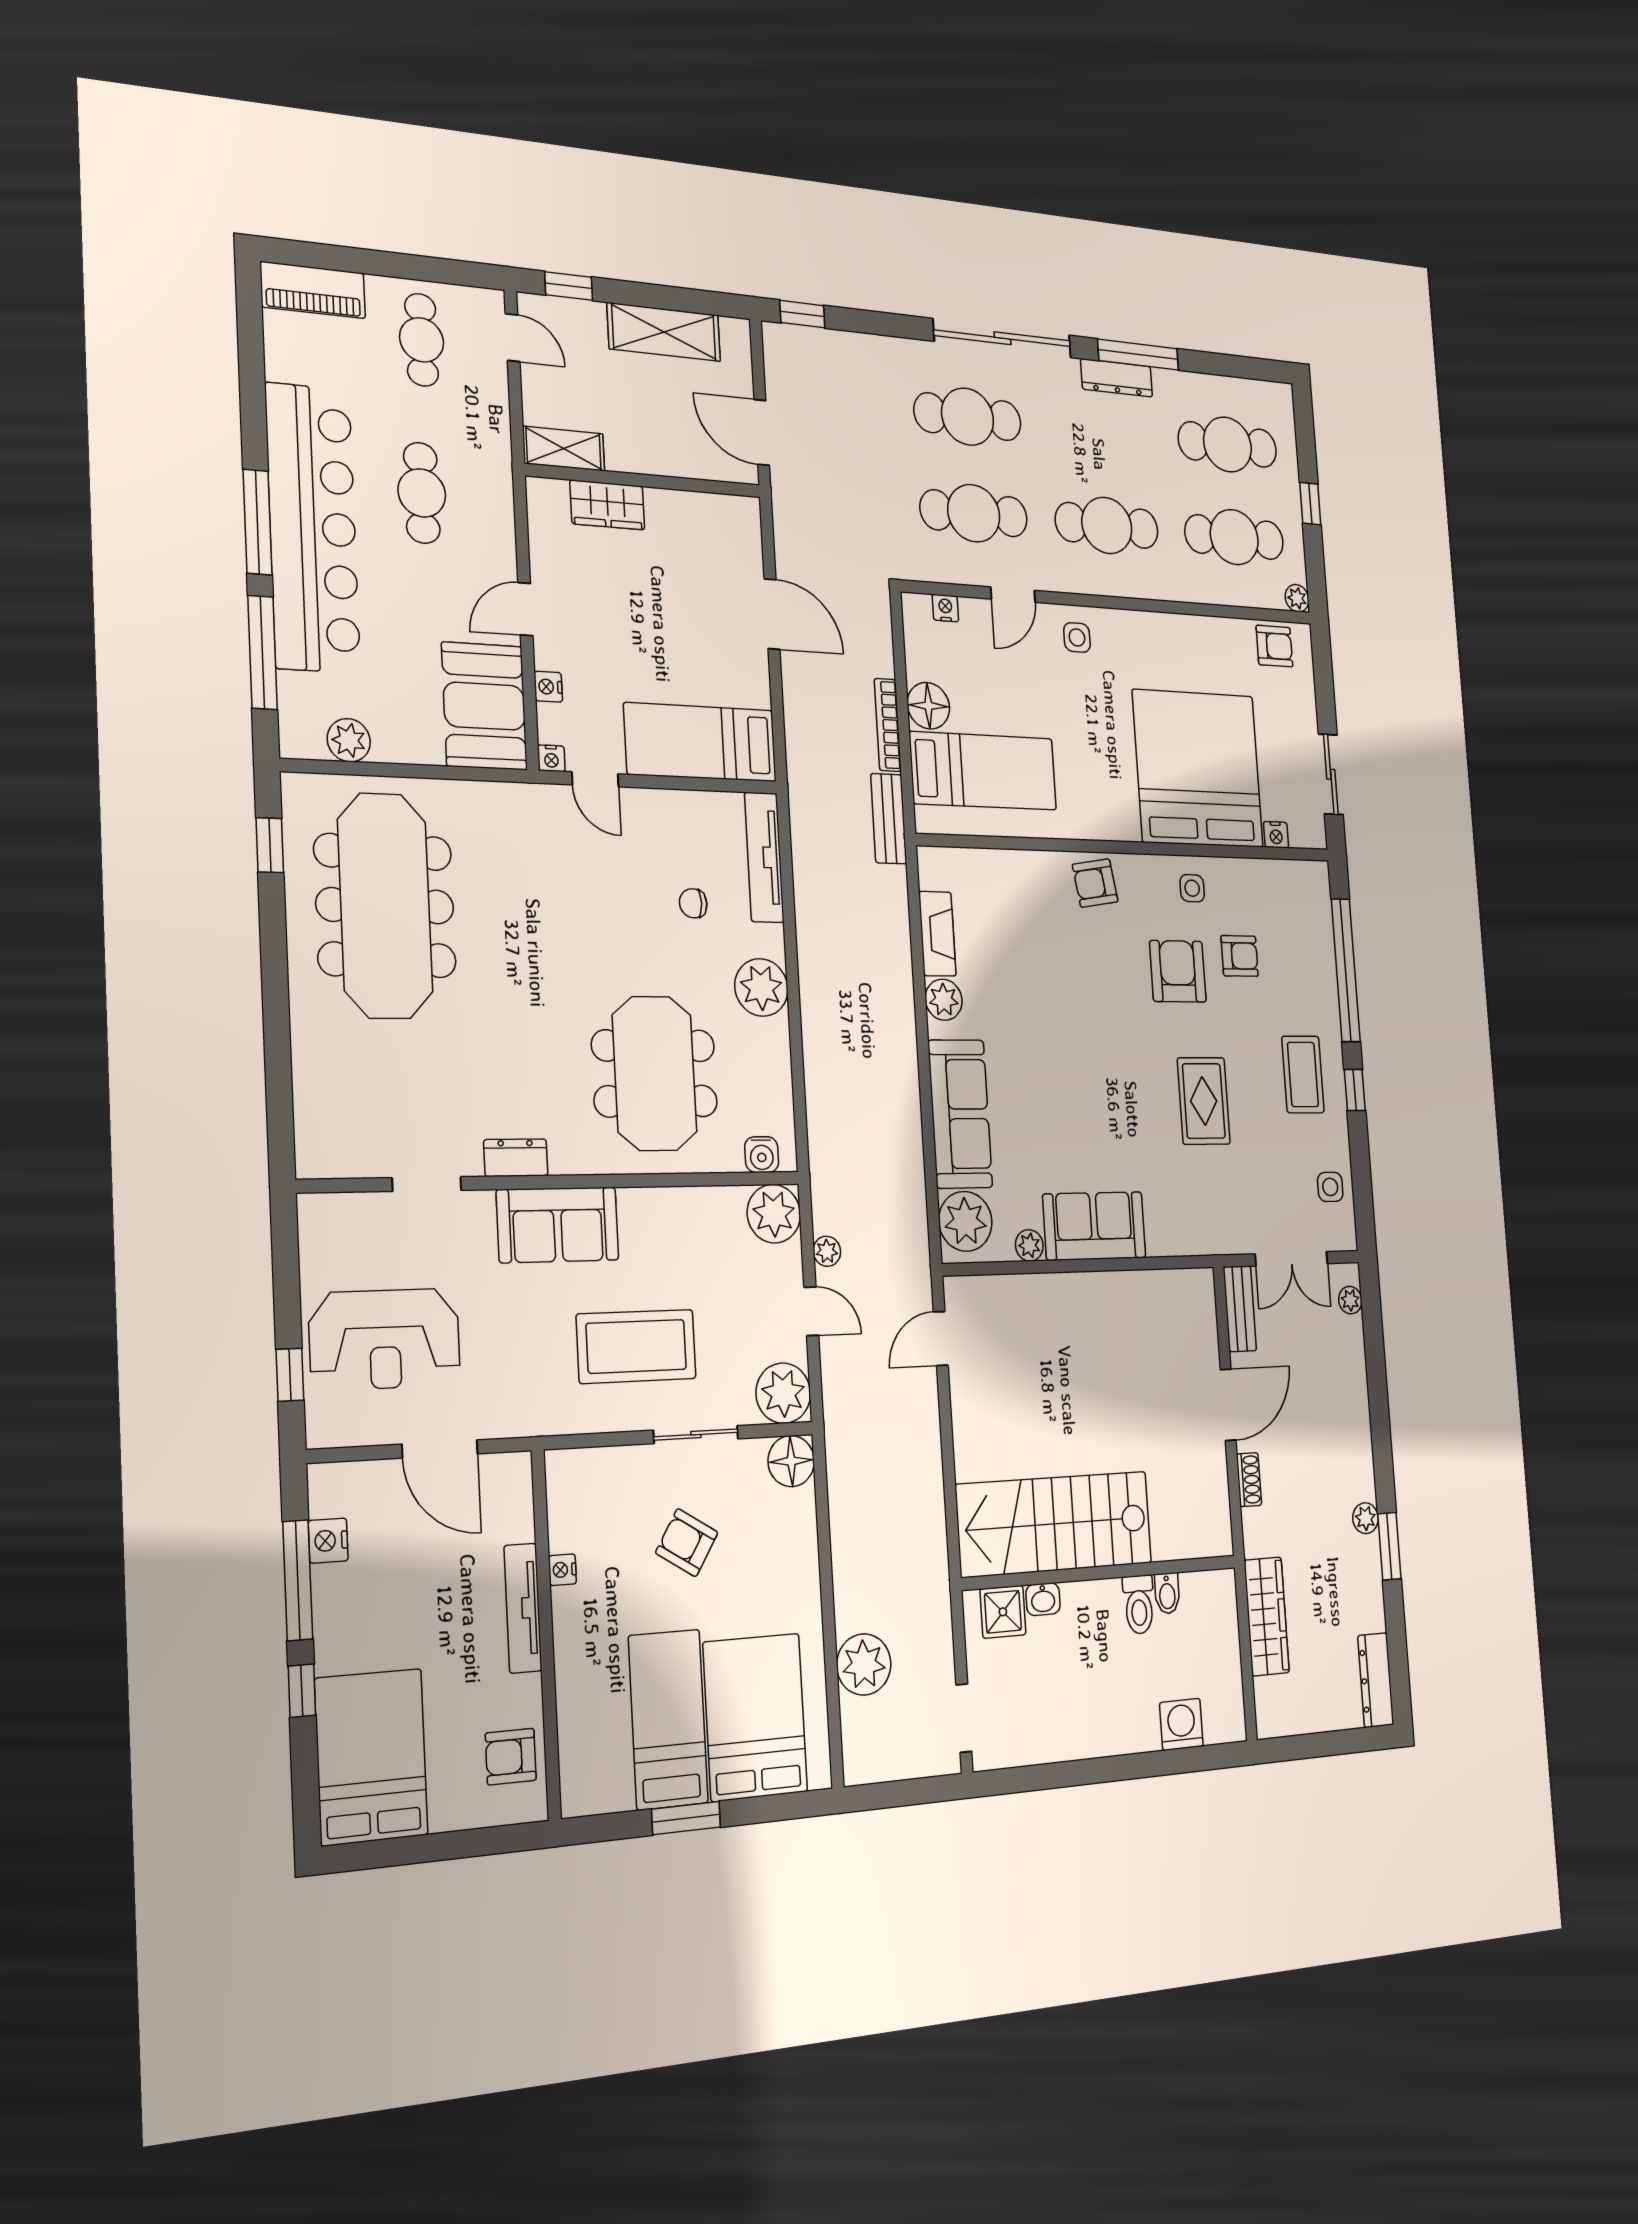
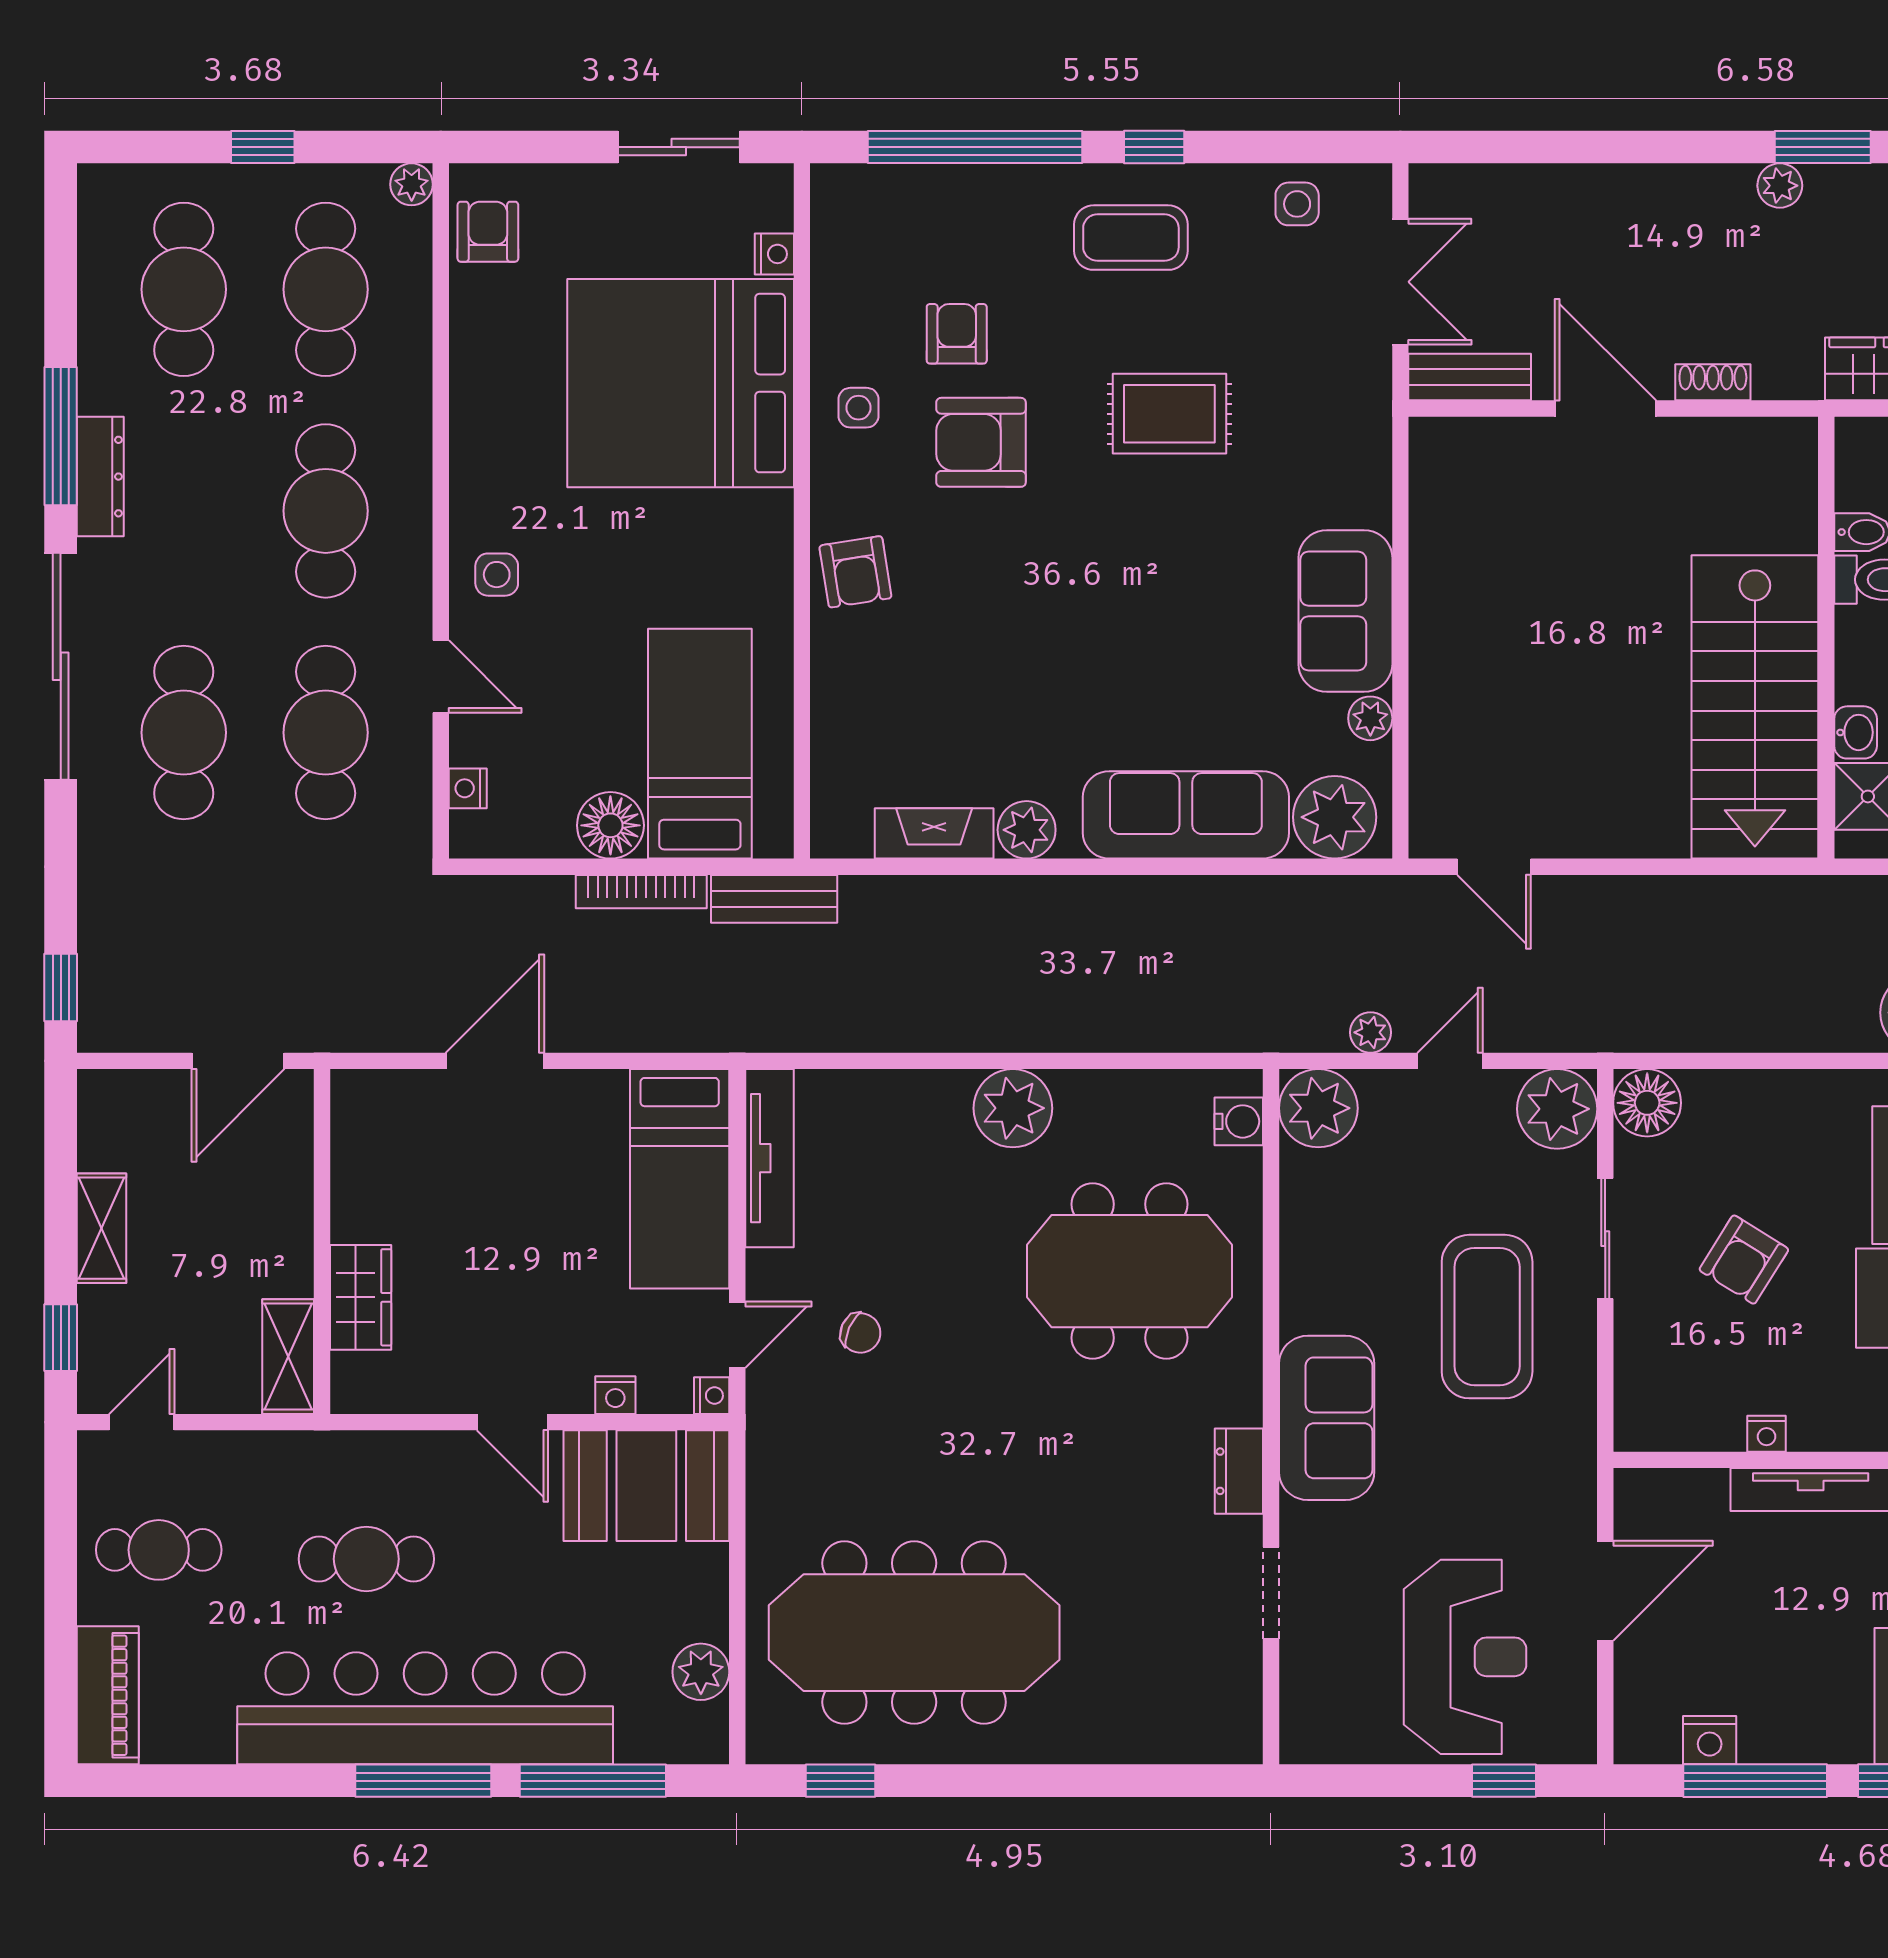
shelving: (664, 332) -> (101, 1228), width x0.67, depth x0.75
tv unit: (764, 857) -> (769, 1158), moved, turned -90
chair: (693, 903) -> (860, 1333), moved, turned -66
plant: (1350, 1300) -> (1463, 183), removed

